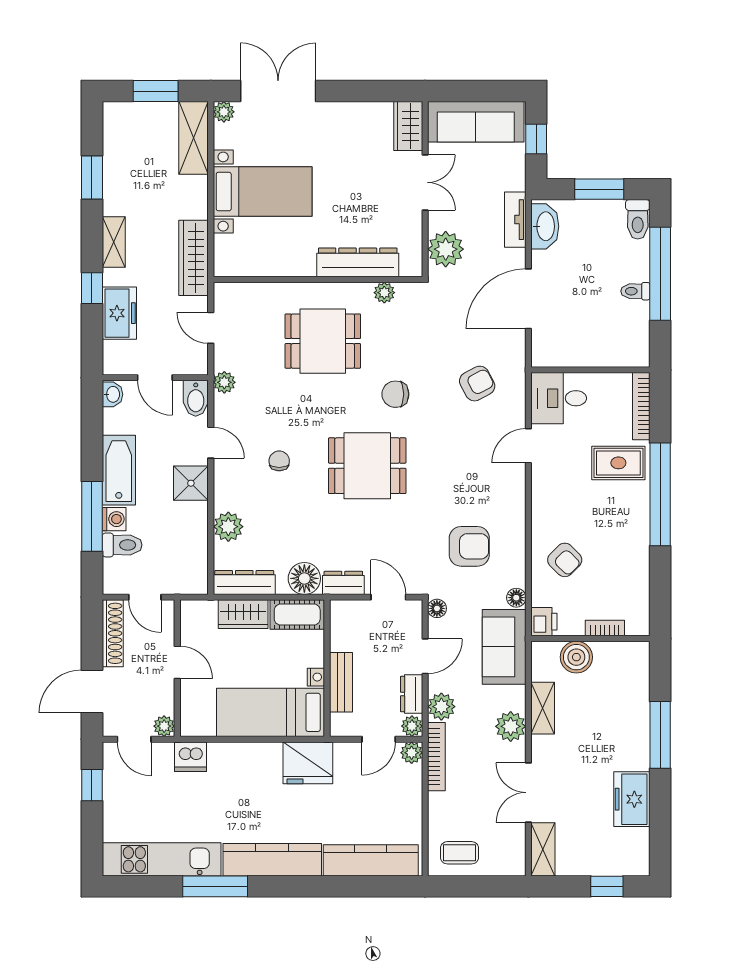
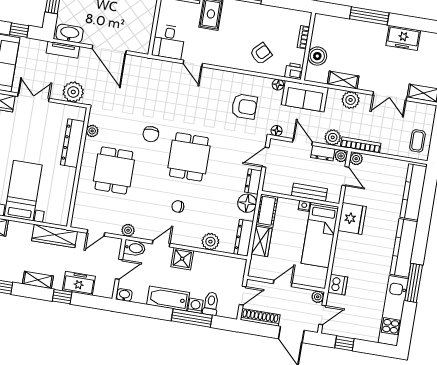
armchair: (477, 384) -> (153, 87), removed
armchair: (469, 546) -> (244, 107), turned 90

